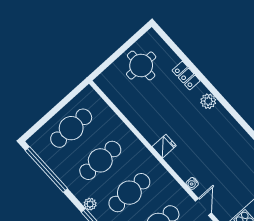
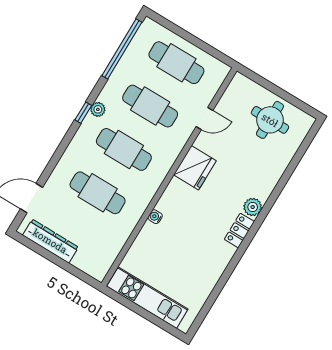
locker: (186, 76) -> (239, 230), moved
fridge: (164, 146) -> (195, 168), width x1.88, depth x1.34
door: (203, 207) -> (204, 118), moved

